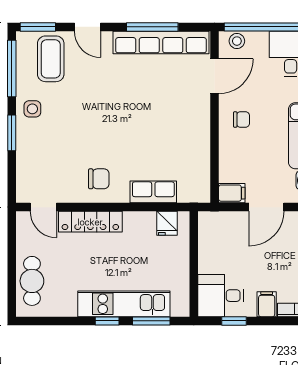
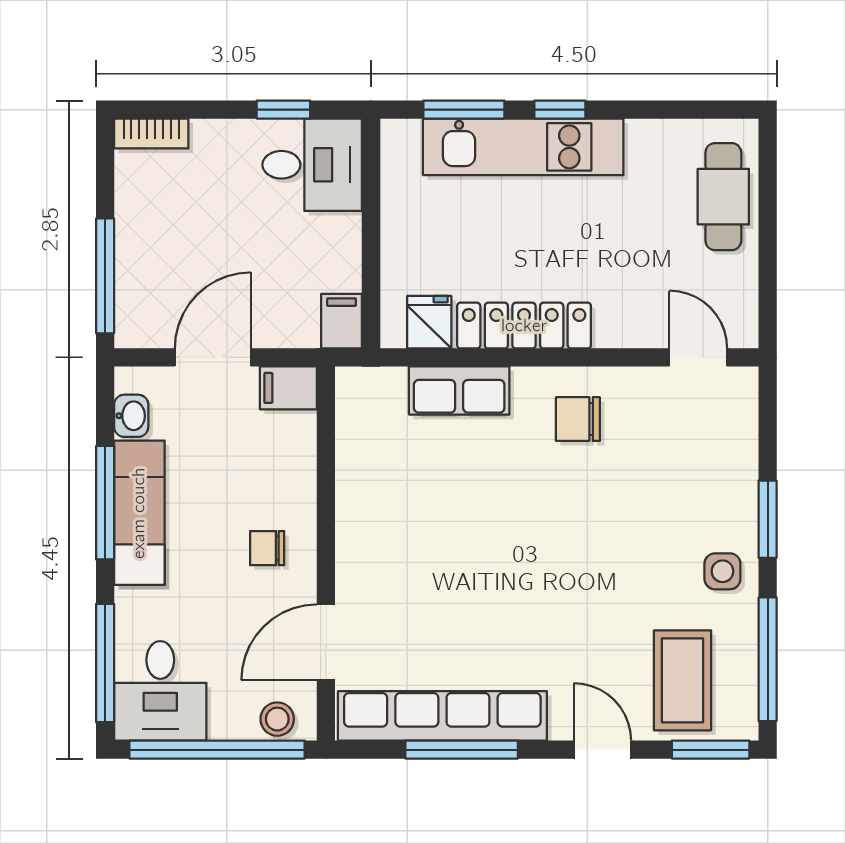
locker: (90, 222) -> (524, 326), moved
filing cabinet: (267, 304) -> (342, 321), moved, turned 180

